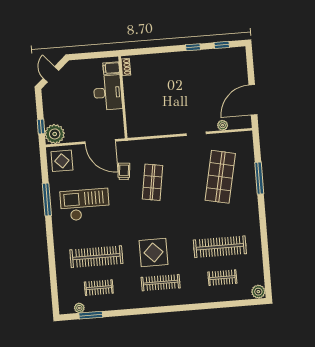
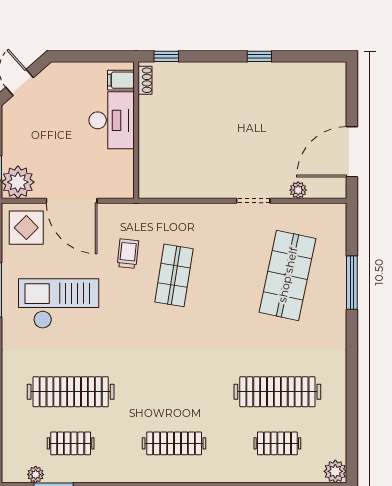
window: (222, 45) -> (166, 56), moved
door: (100, 141) -> (72, 201), moved
display table: (154, 252) -> (166, 392), removed

